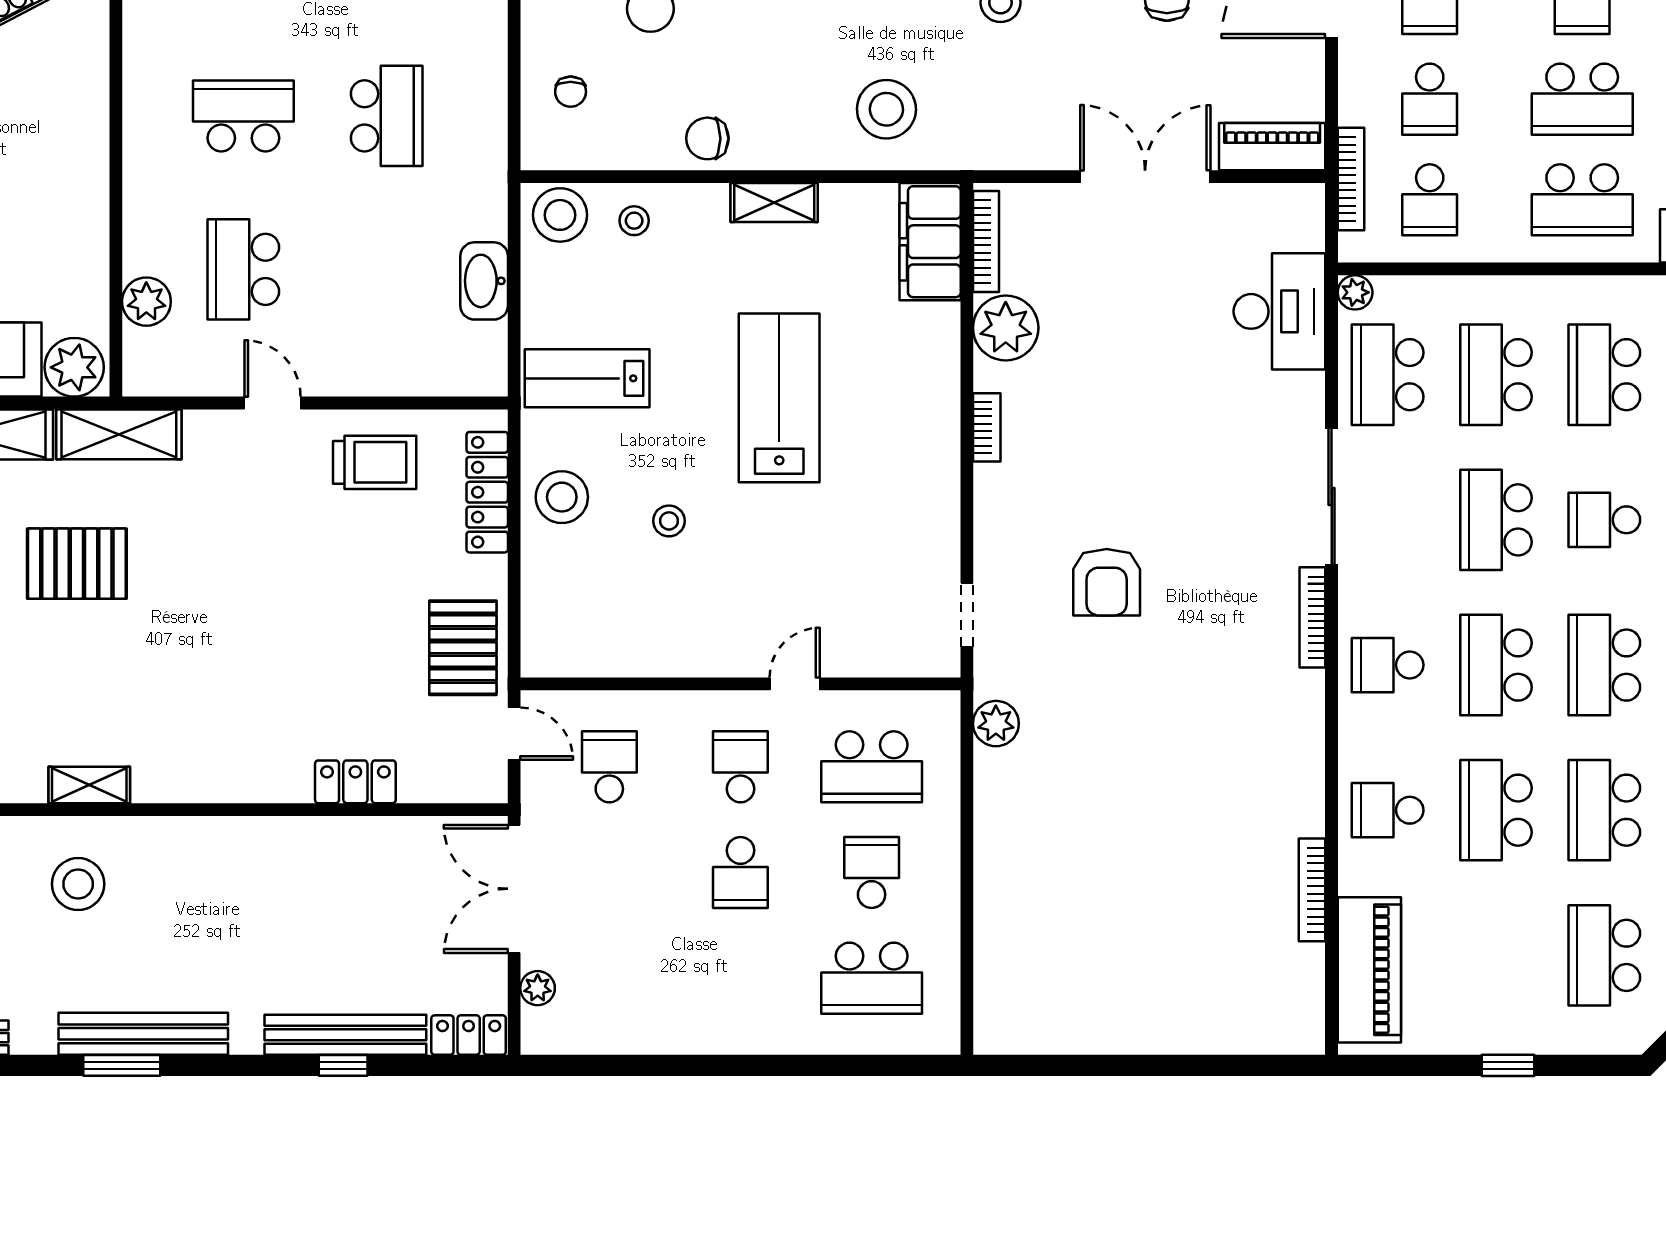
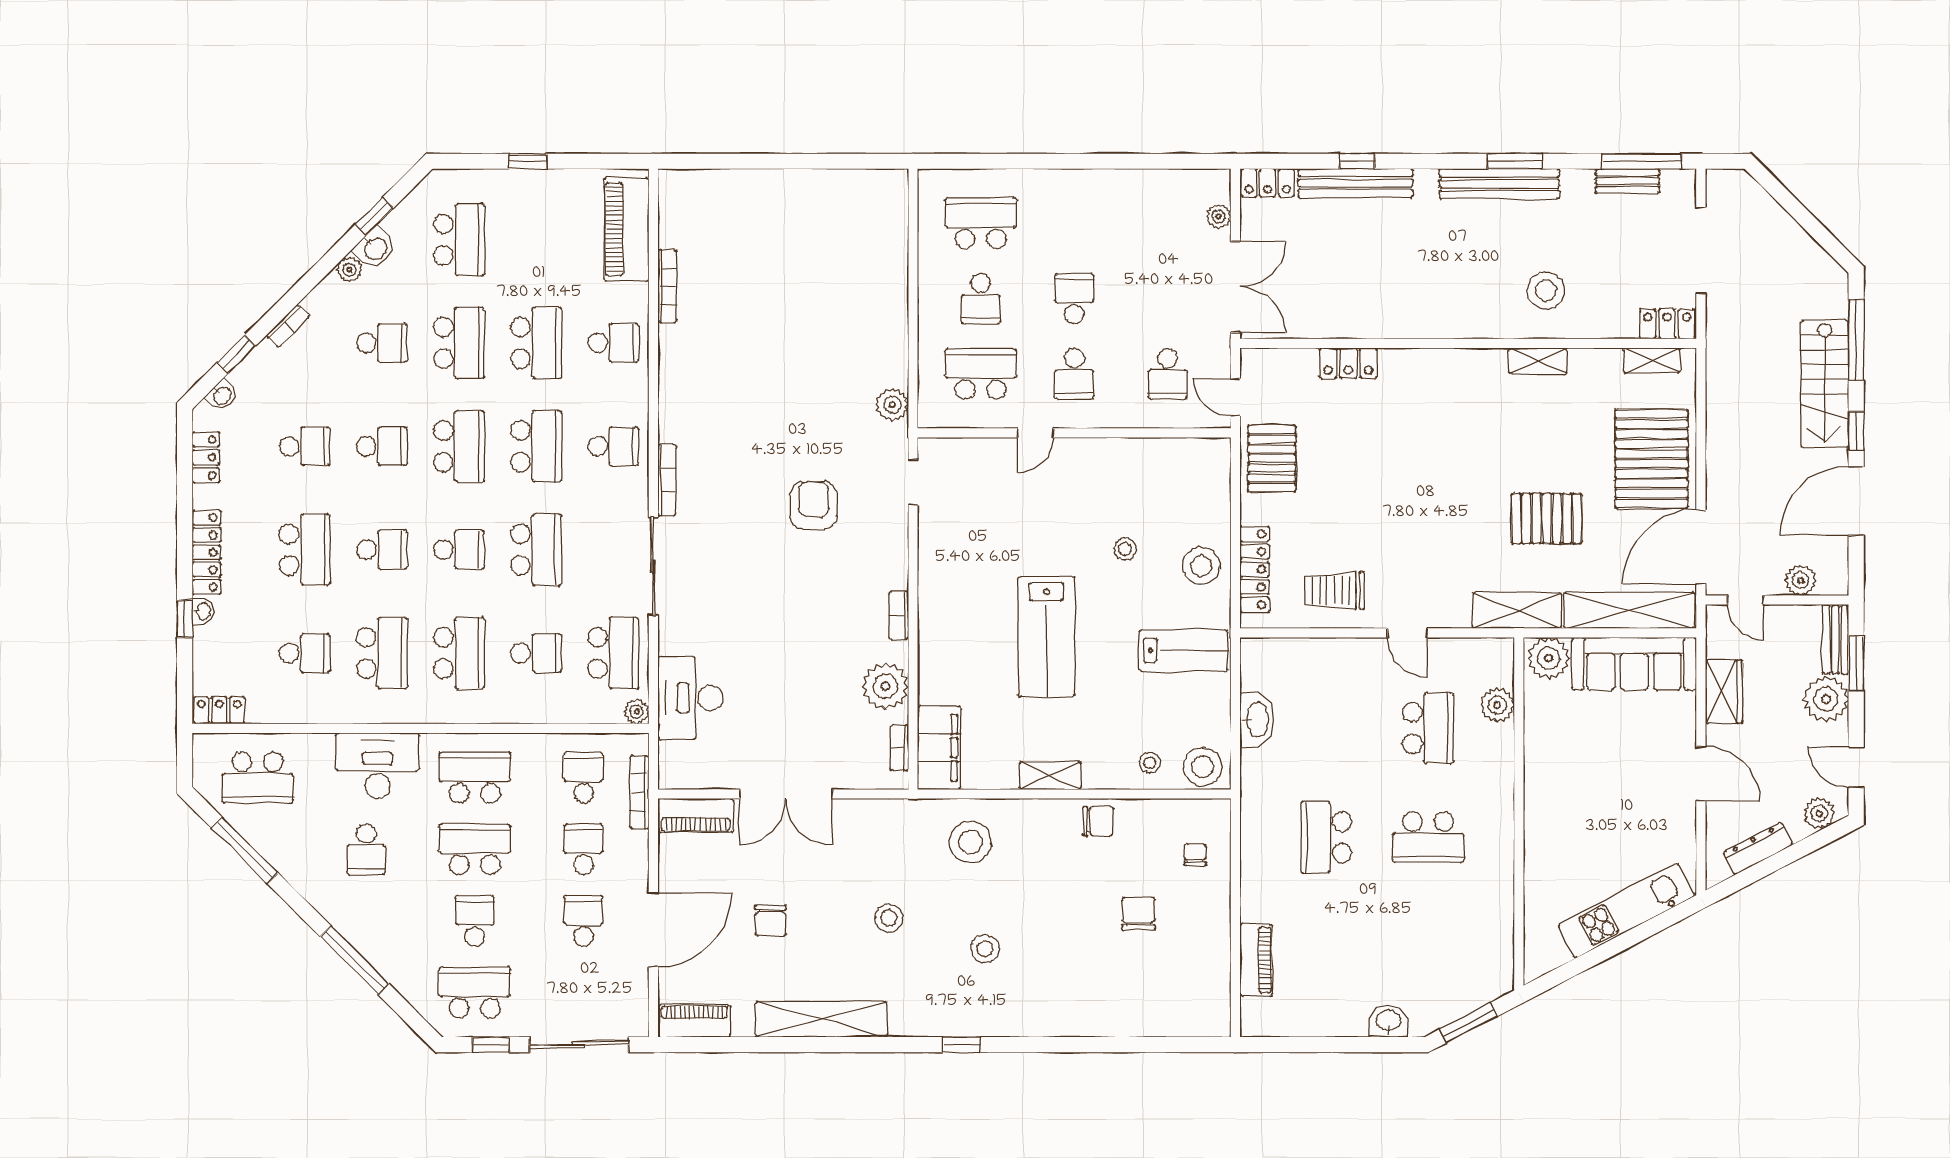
bookcase: (986, 242) -> (899, 748), width x0.64
school desk: (1496, 375) -> (536, 653), width x0.54

